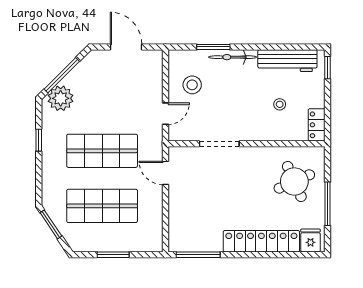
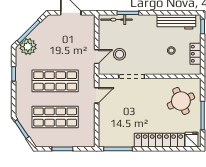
bicycle: (233, 57) -> (116, 20), moved
stool: (192, 85) -> (120, 54), moved
locker: (317, 125) -> (195, 54), moved
door: (165, 173) -> (97, 95), swing flipped

